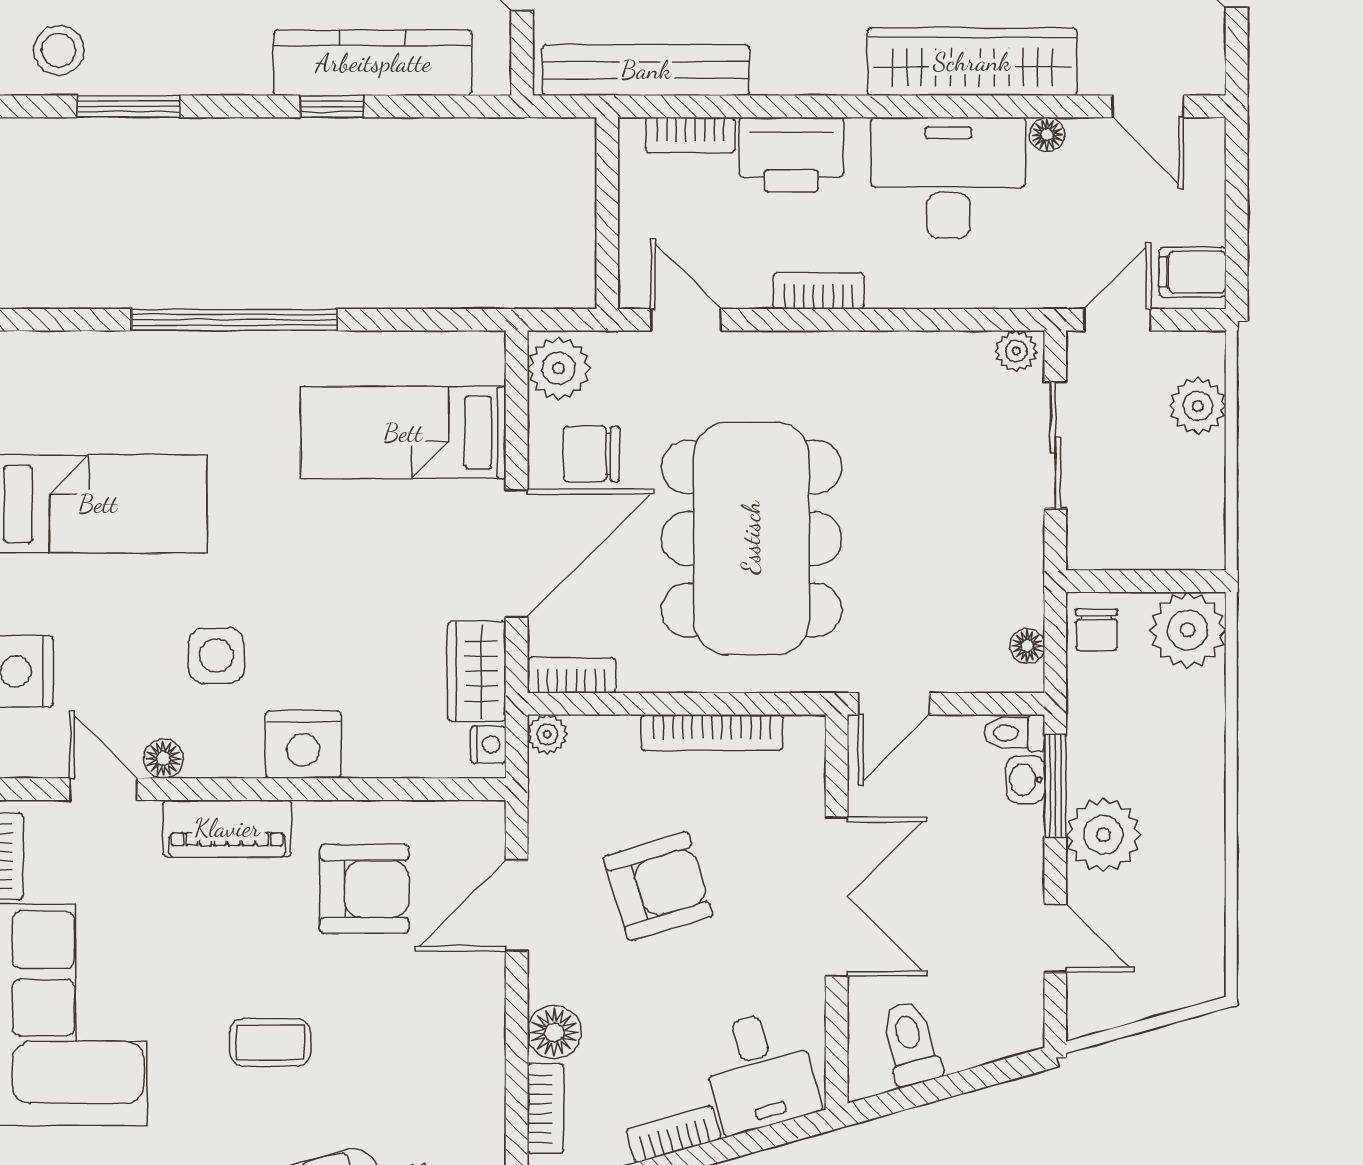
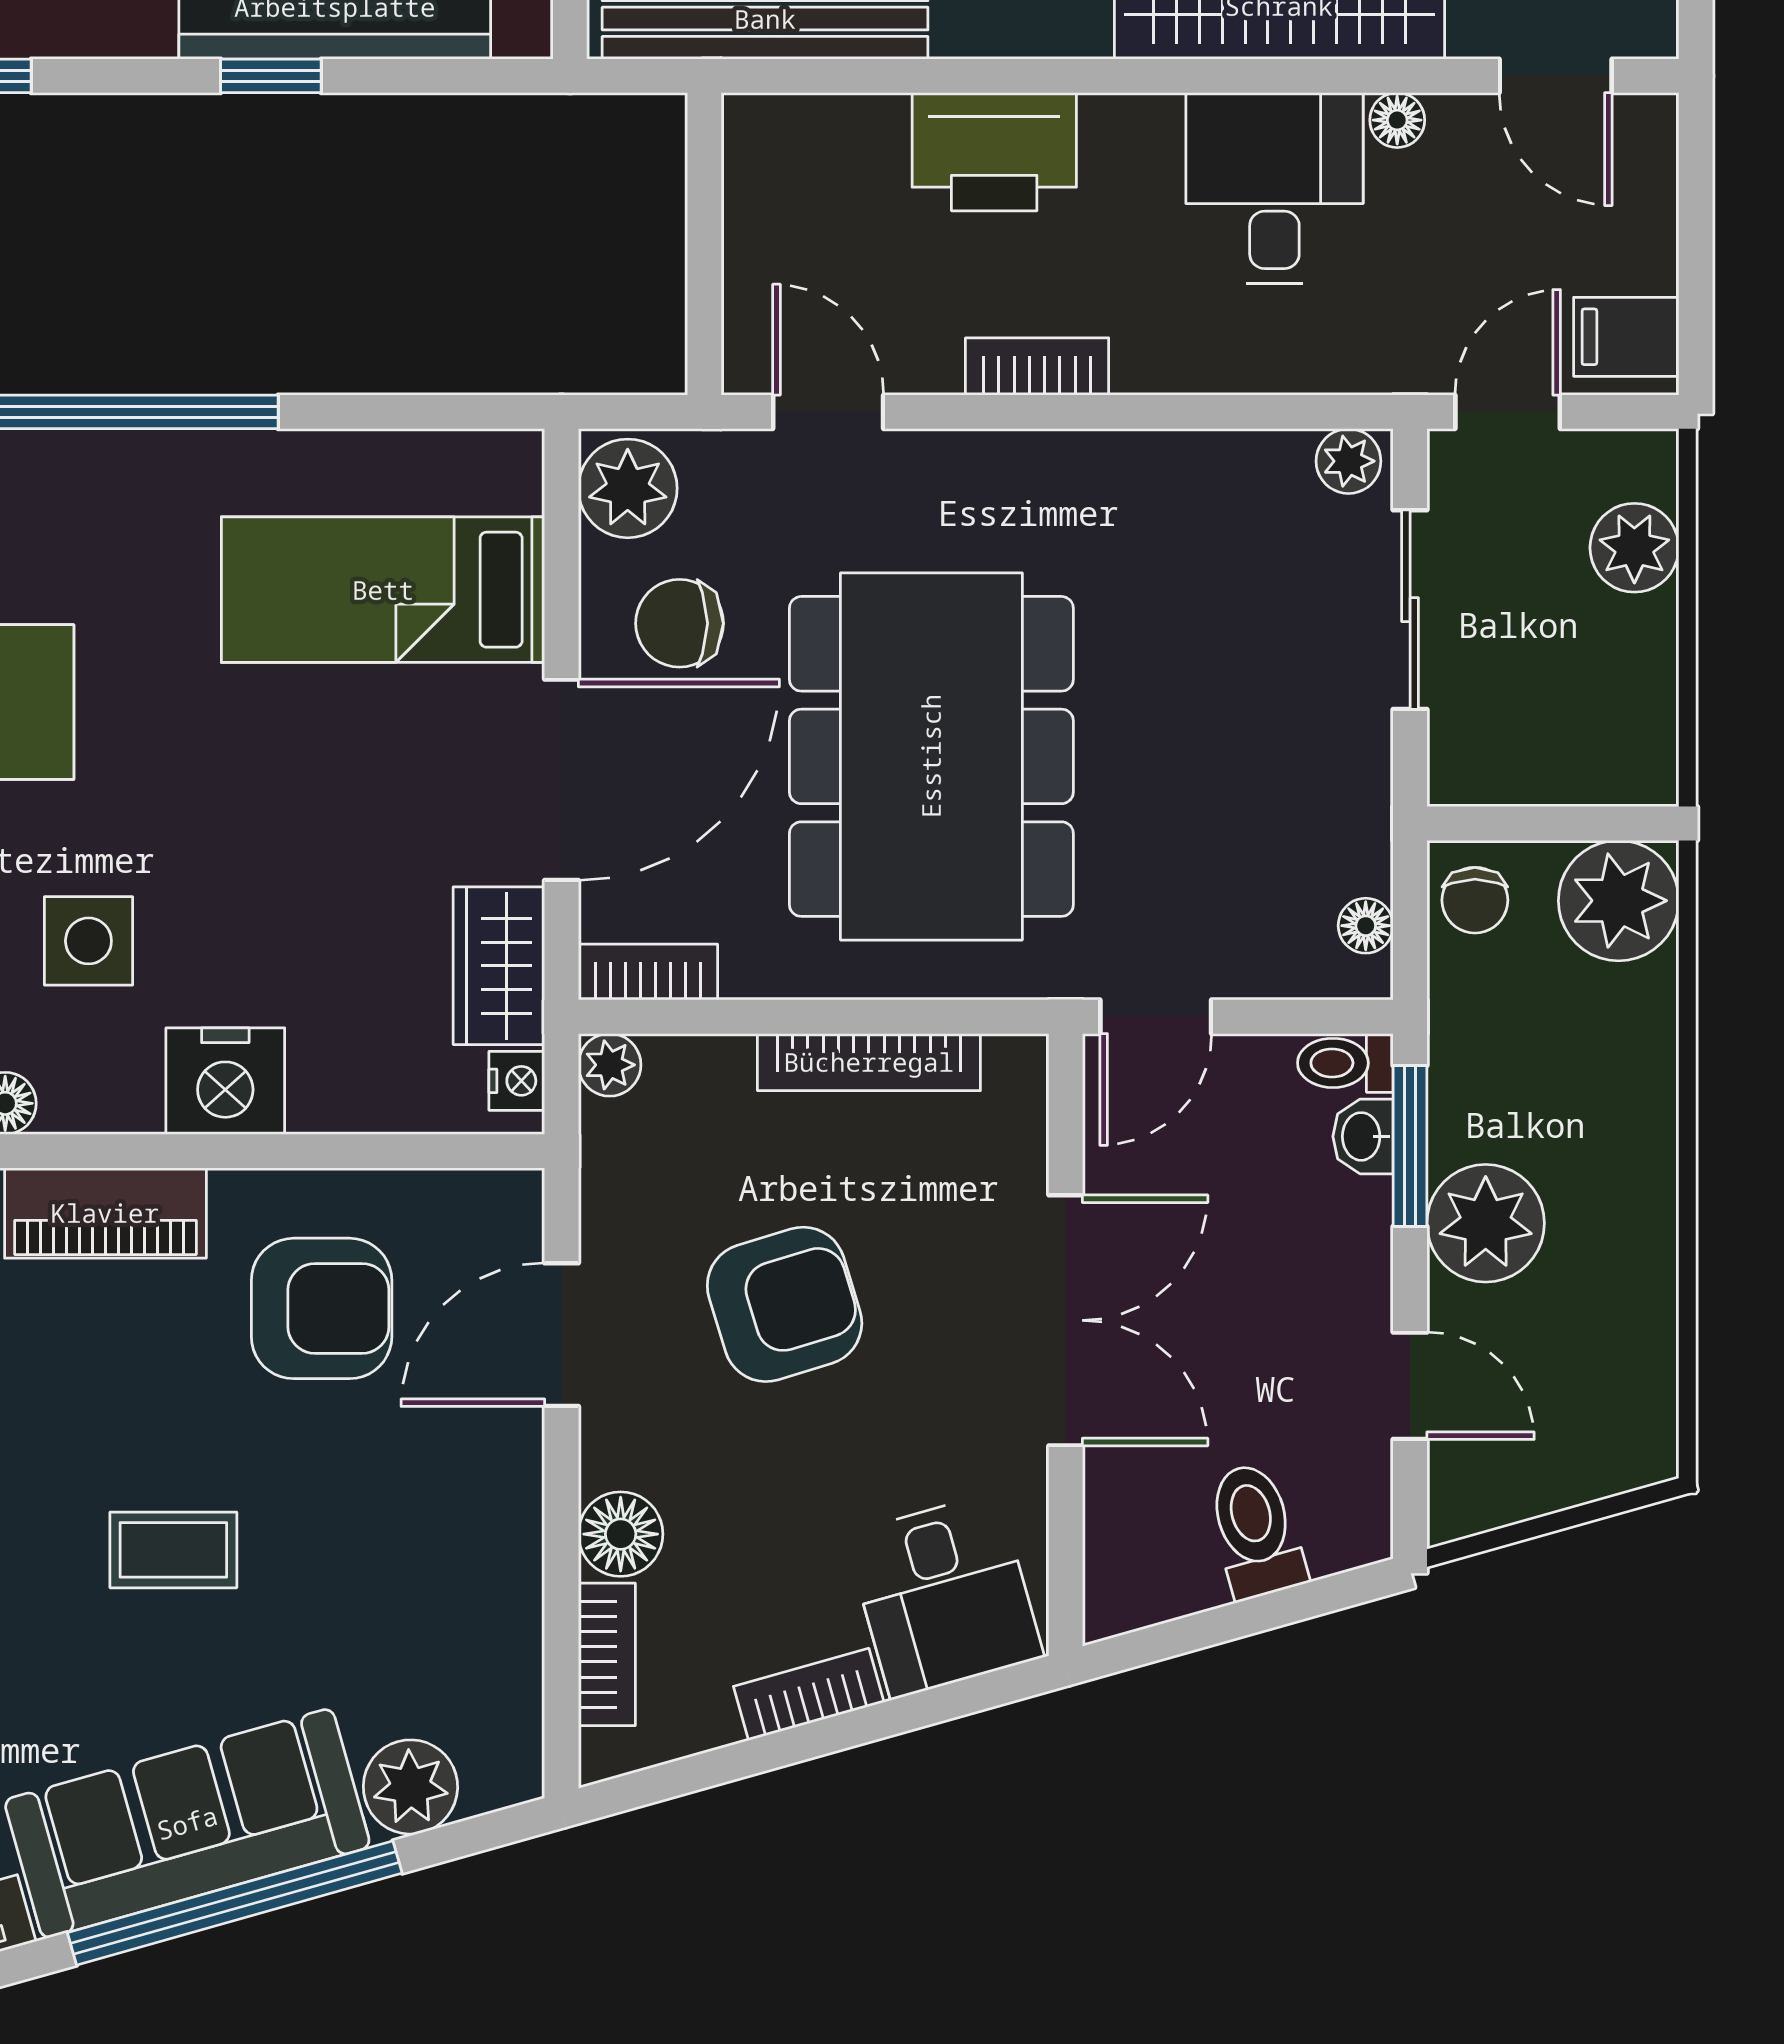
bookcase: (690, 135) -> (835, 121), removed
desk: (948, 178) -> (1274, 188), width x0.73
toilet: (911, 1043) -> (1256, 1531), moved

